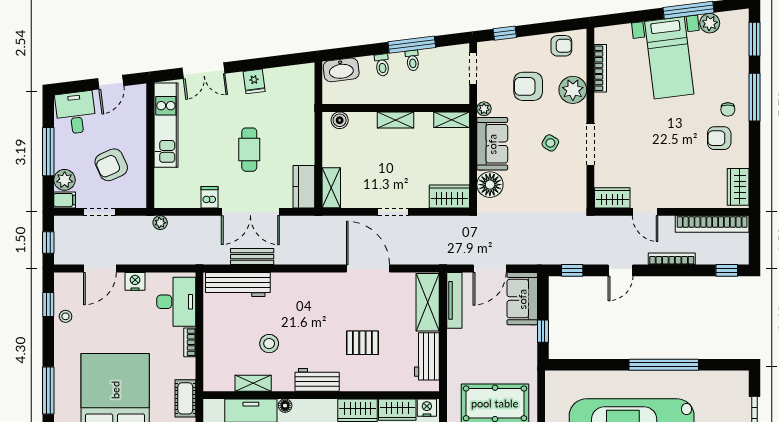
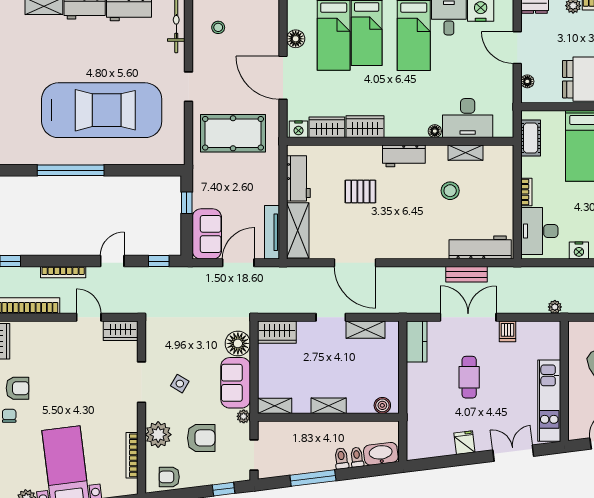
toilet: (412, 61) -> (357, 457), moved
shelving: (331, 188) -> (366, 330), moved, turned 90

